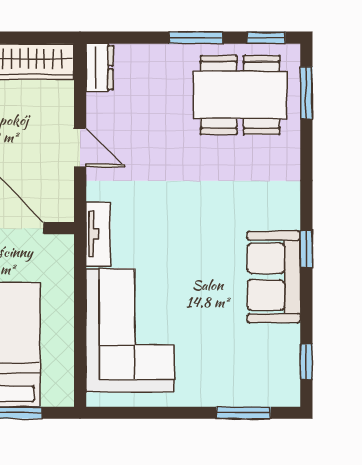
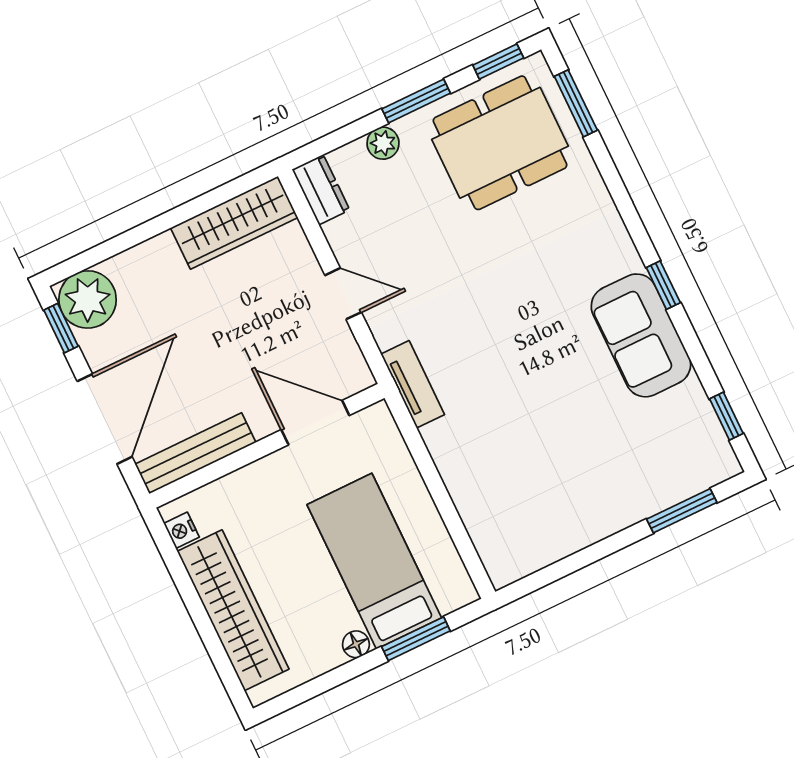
plant: (158, 56) -> (383, 143), added
corner sofa: (130, 330) -> (504, 478), removed

